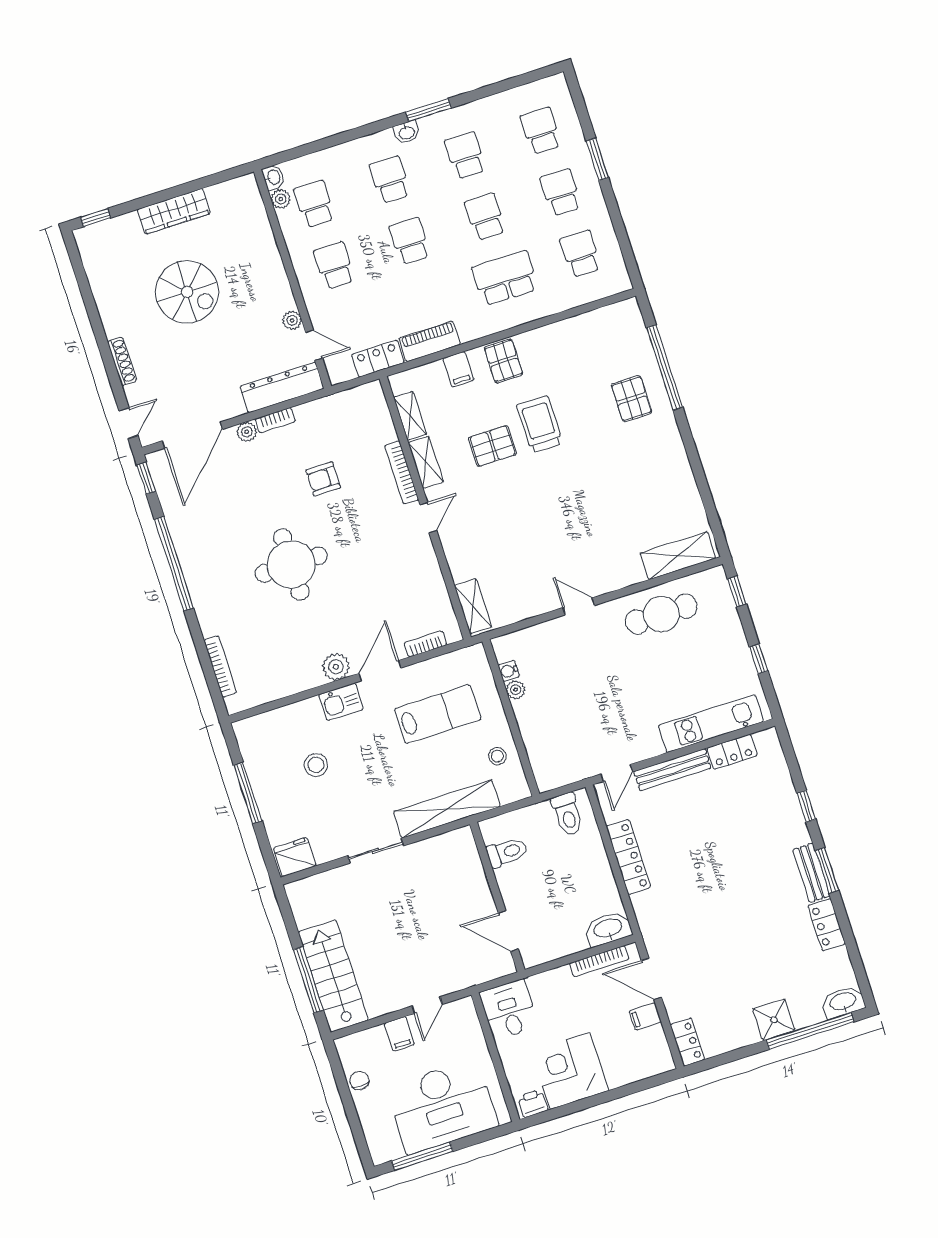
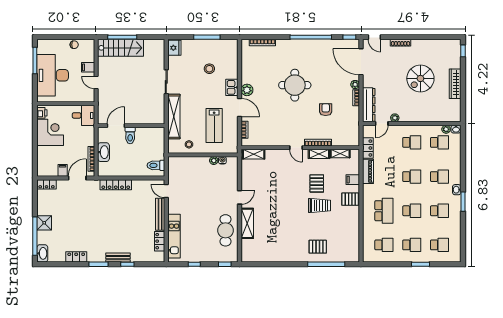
shelving: (678, 556) -> (247, 223), moved
toilet: (507, 852) -> (130, 135), moved
locker: (628, 857) -> (116, 185), moved
bench: (811, 873) -> (118, 258), moved
washbasin: (608, 929) -> (104, 152), moved

